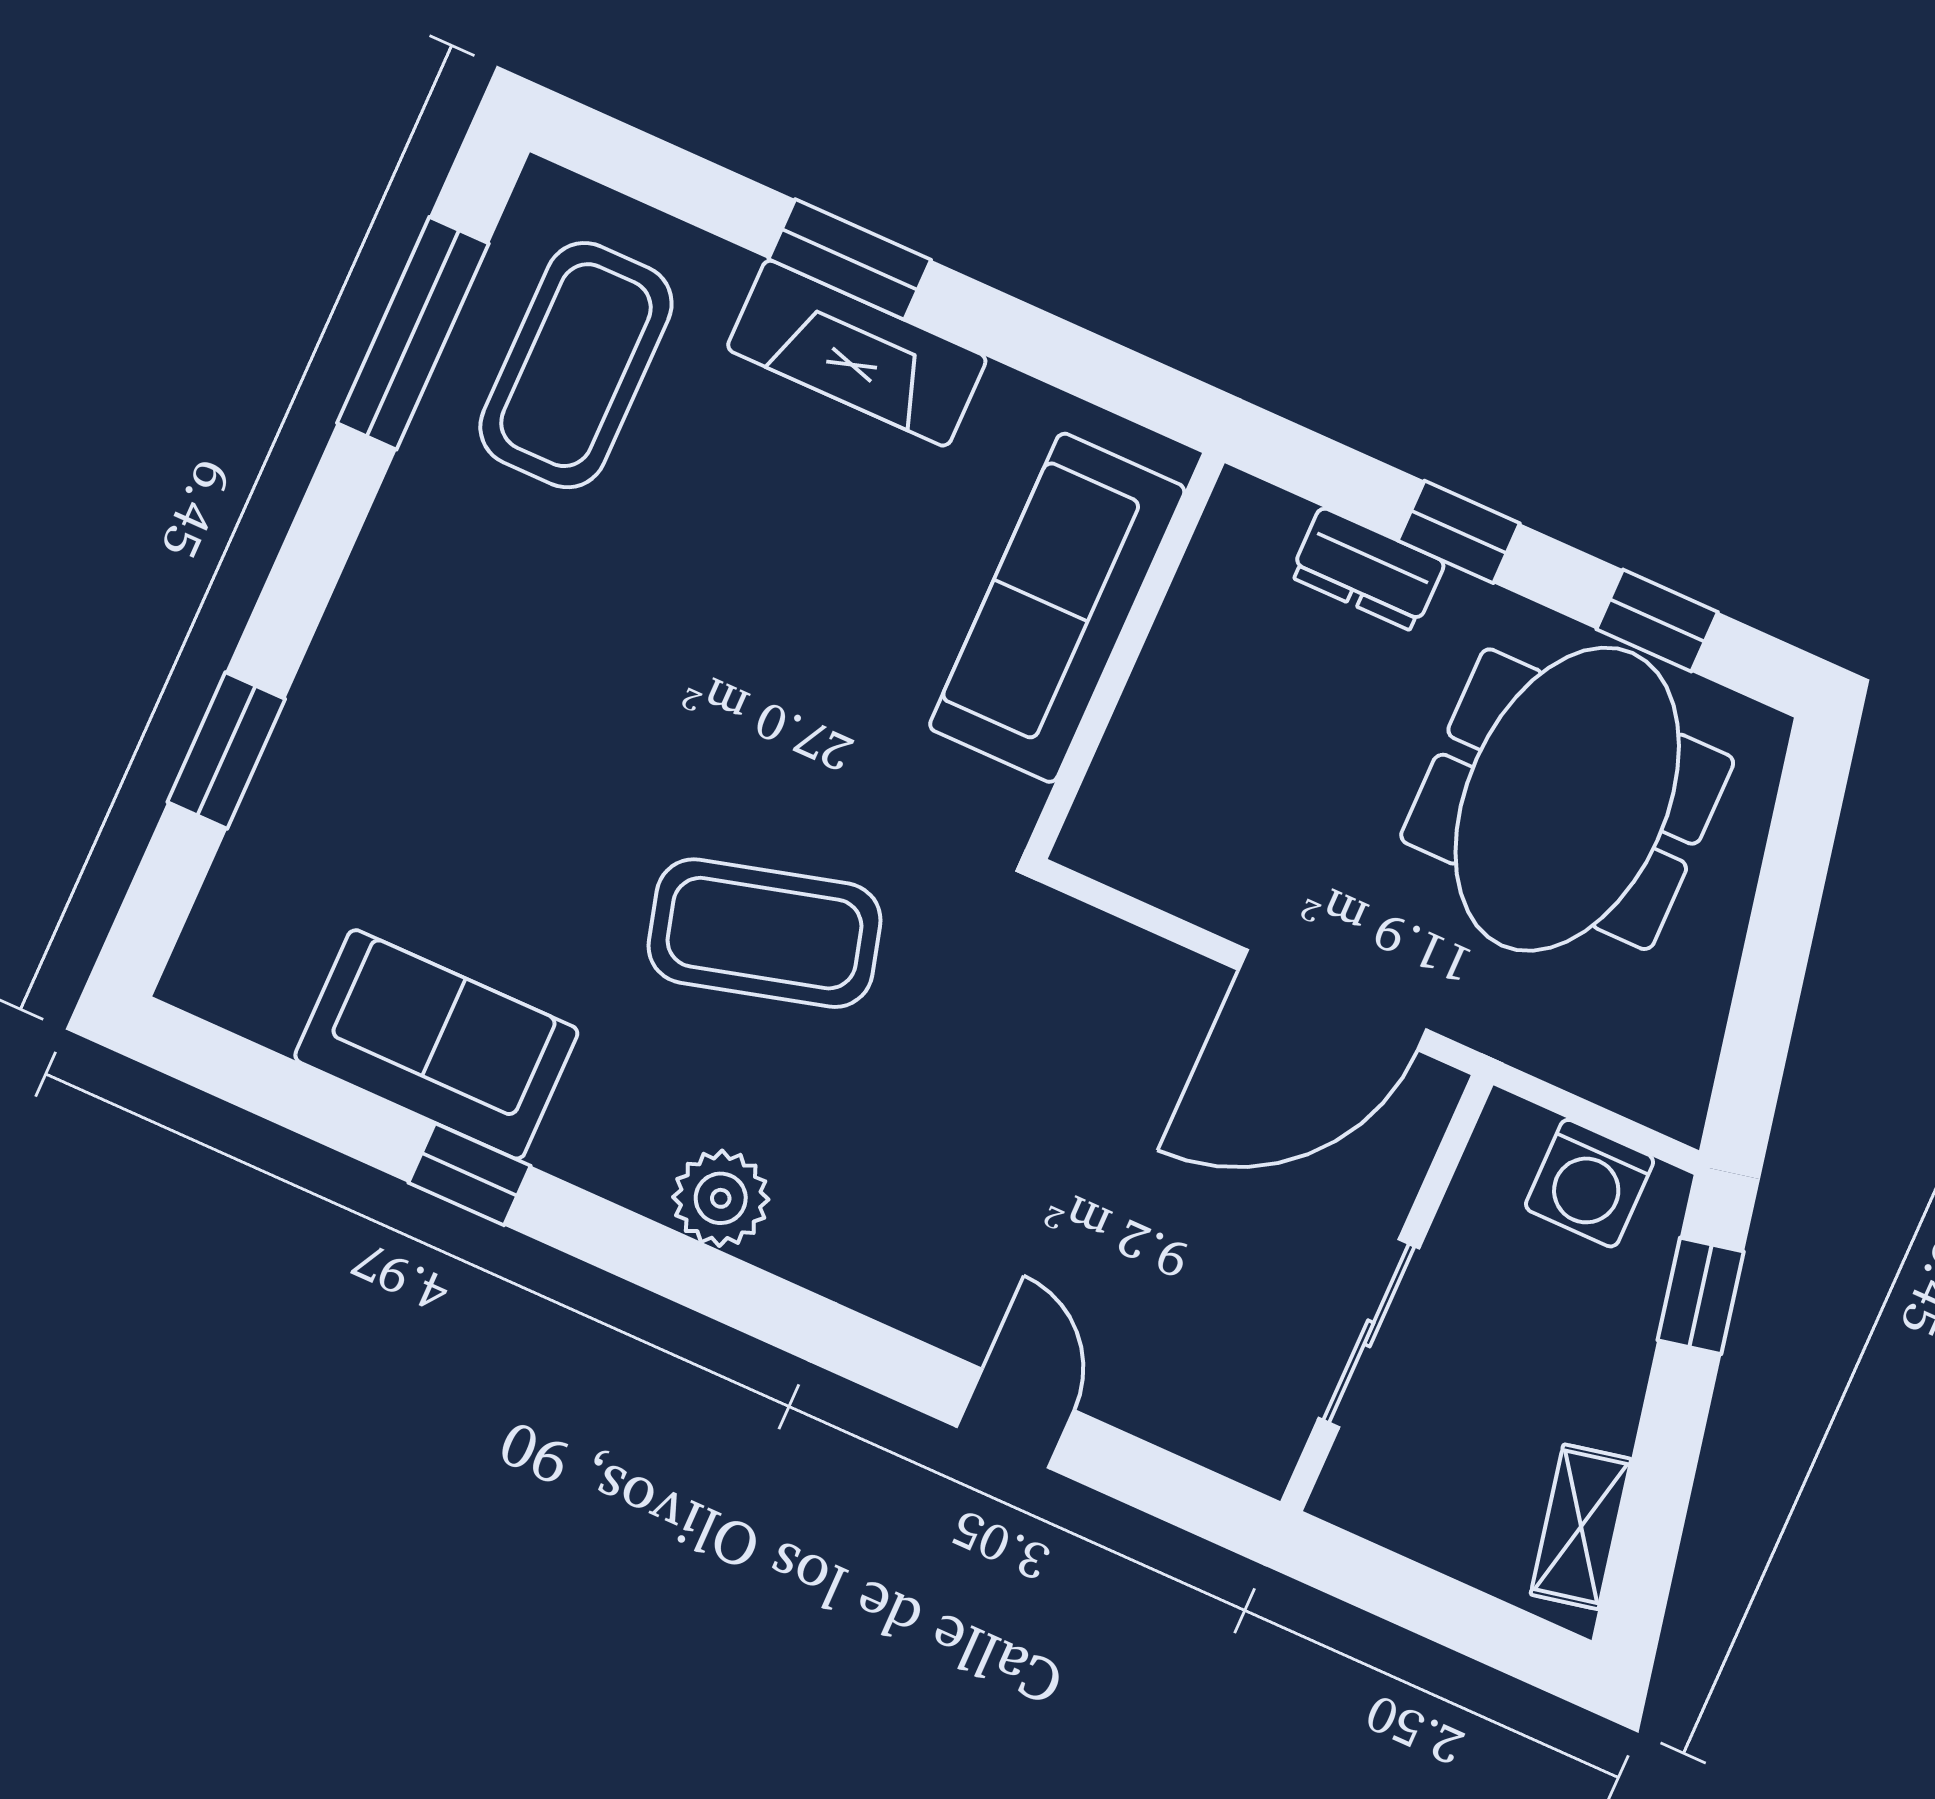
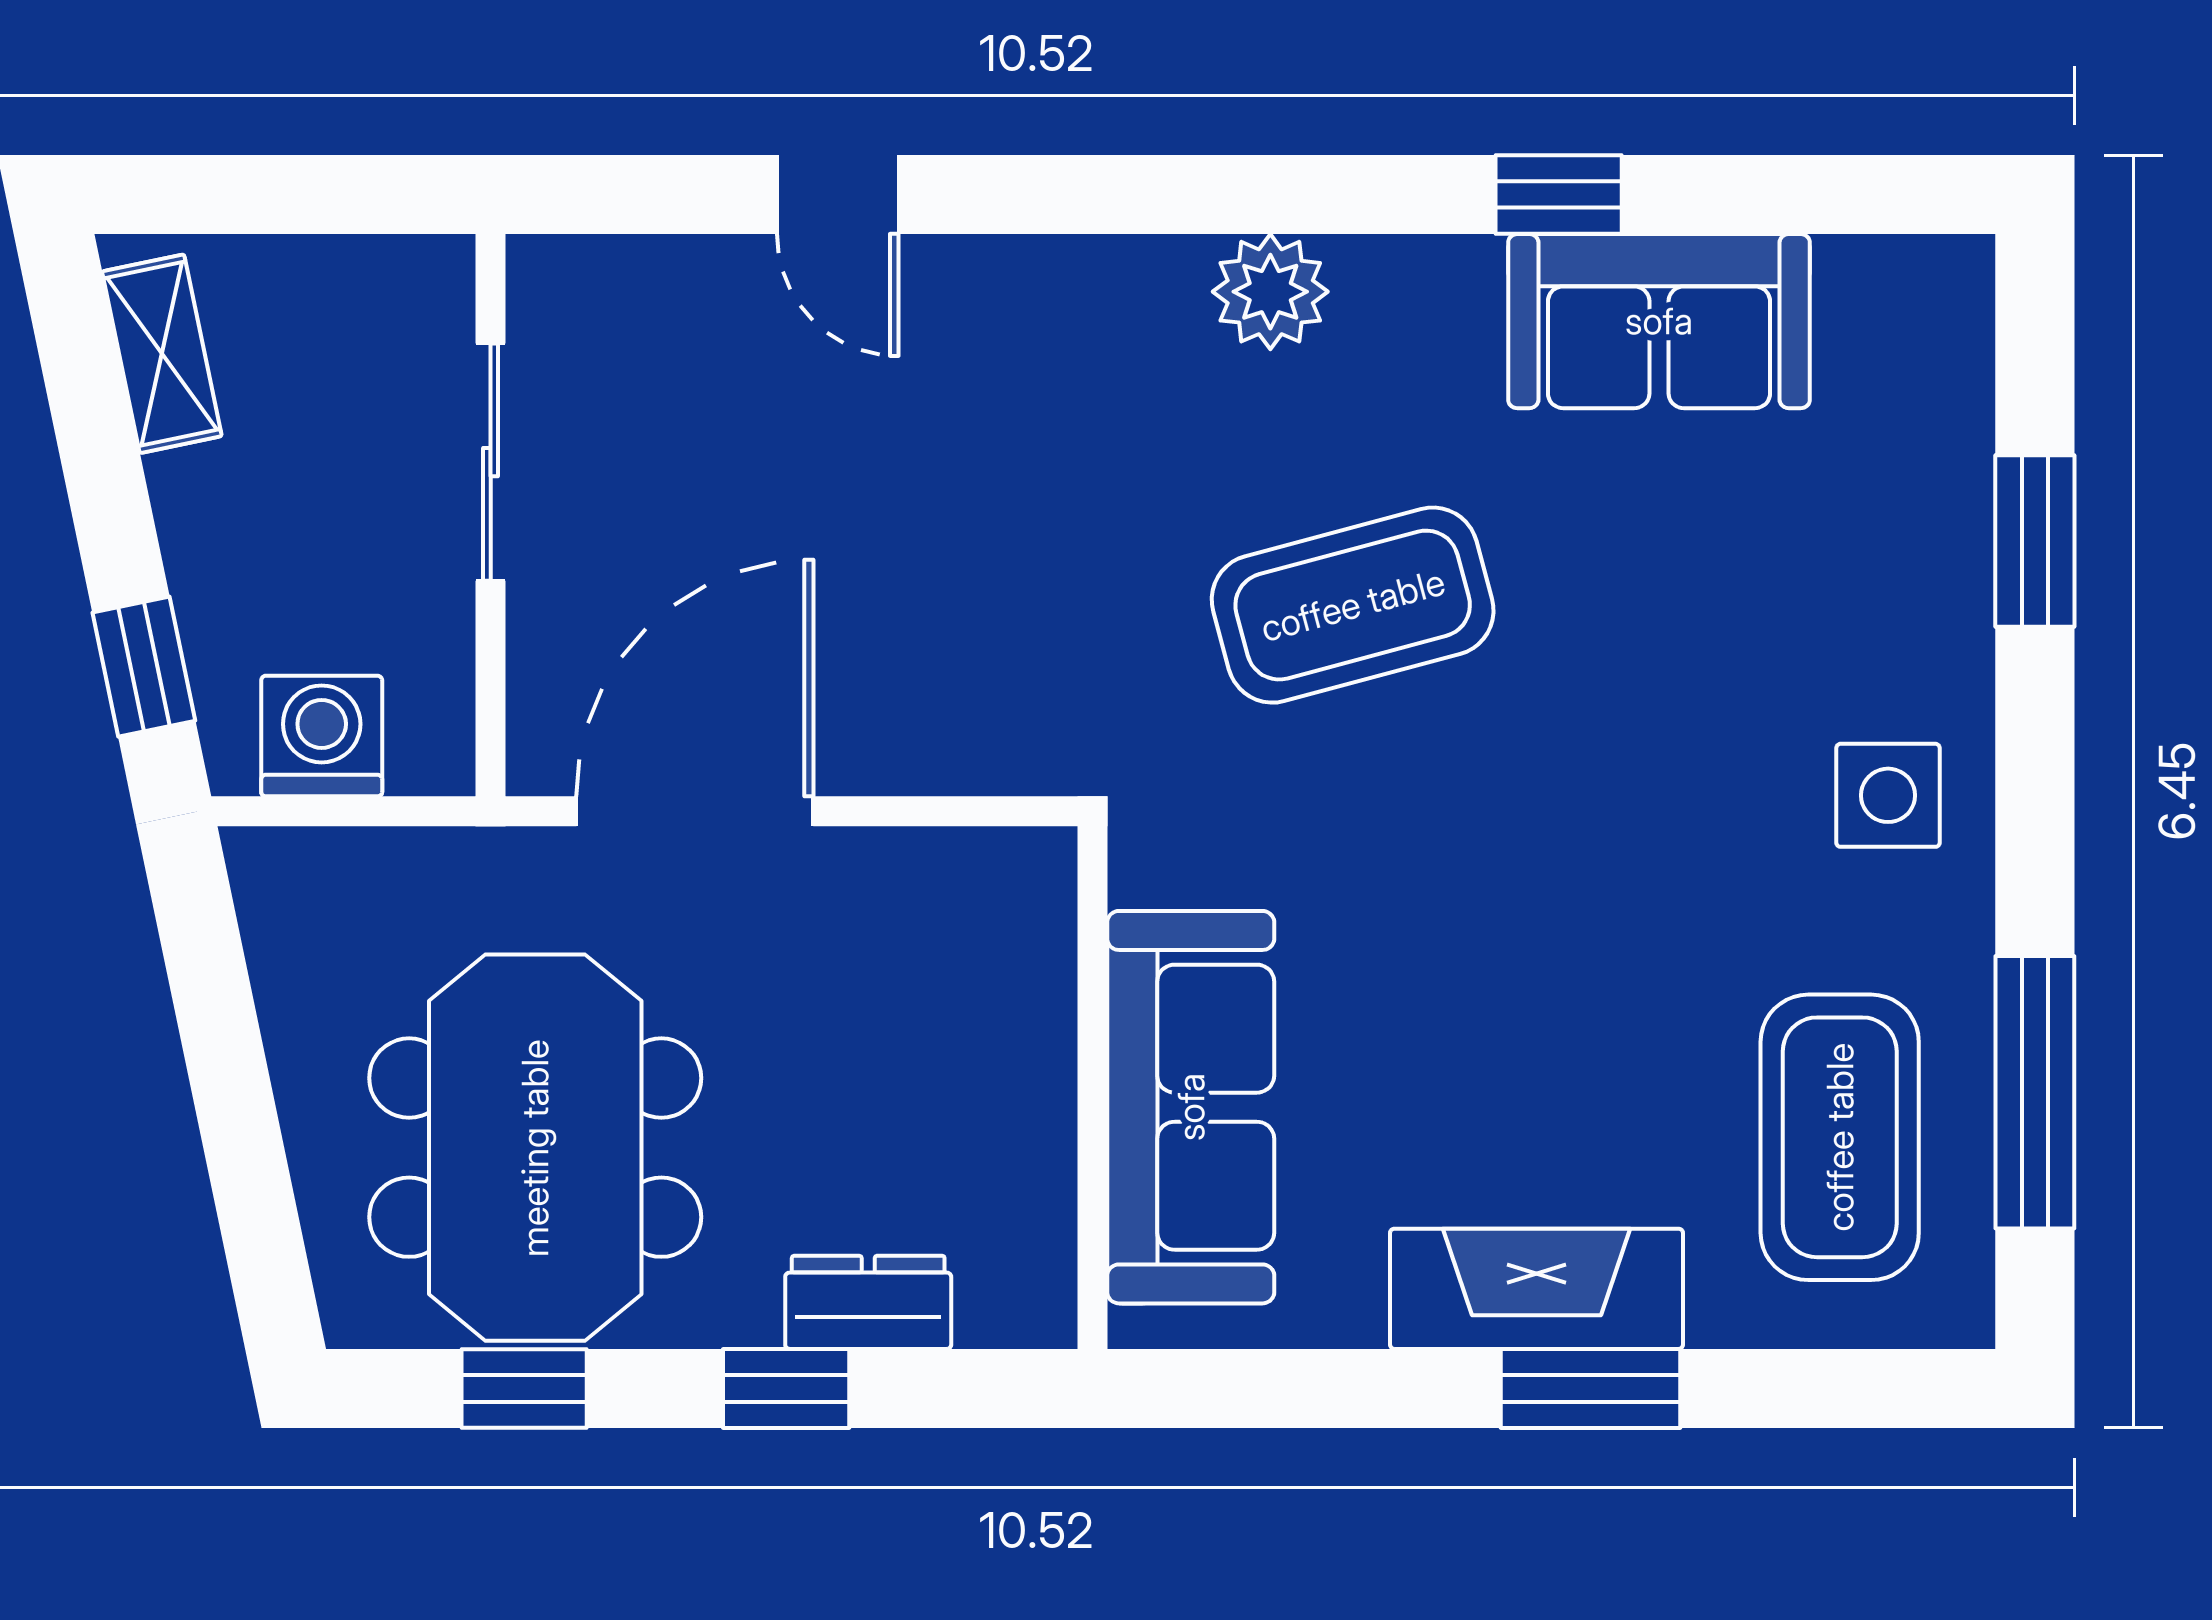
side table: (424, 608) -> (1888, 795), added

